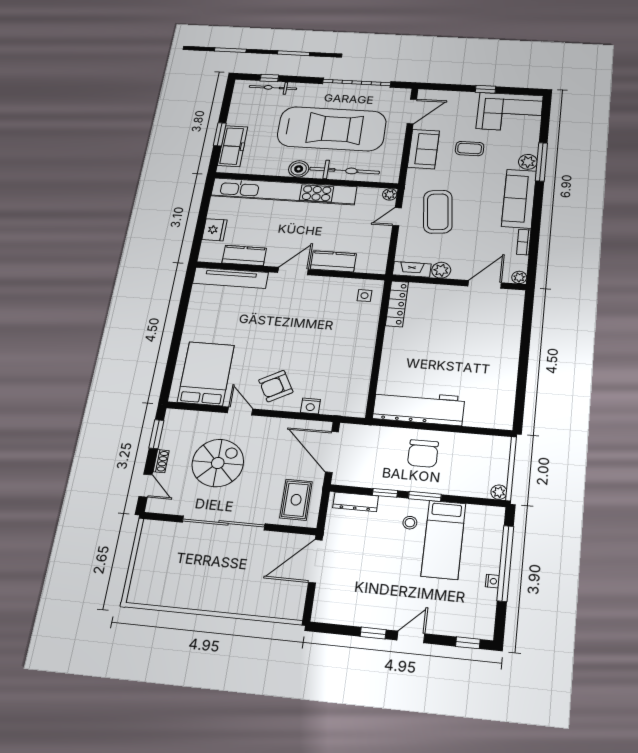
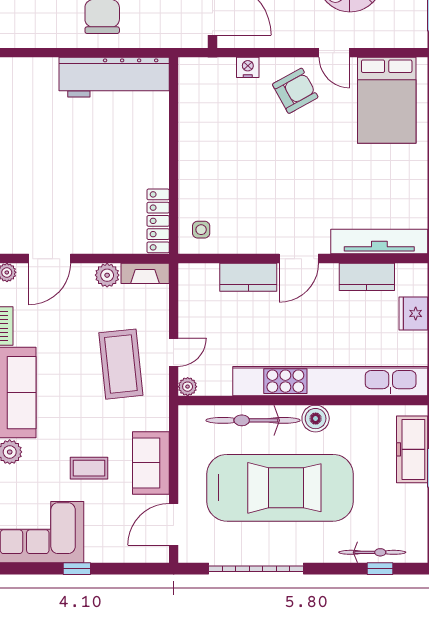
car: (332, 129) -> (280, 488), turned 180

